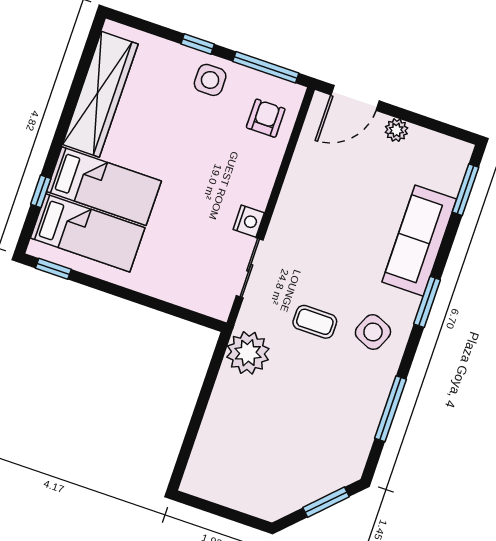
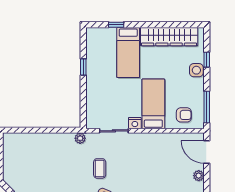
window: (198, 44) -> (207, 60), moved
side table: (210, 80) -> (196, 70), moved
bed: (88, 233) -> (153, 104), moved, turned 180
window: (53, 269) -> (83, 67), moved
plant: (248, 353) -> (80, 138), width x0.53, depth x0.53

